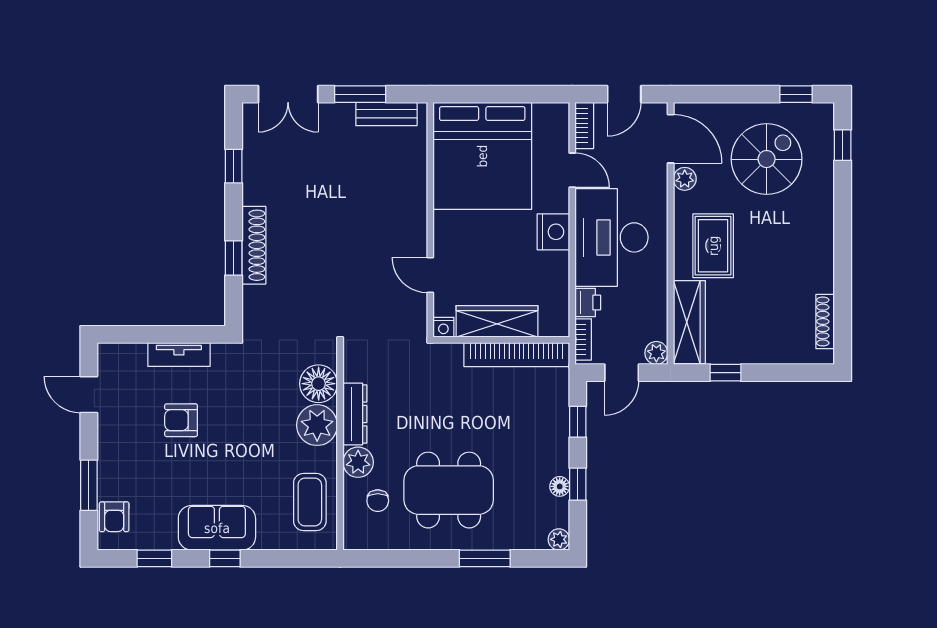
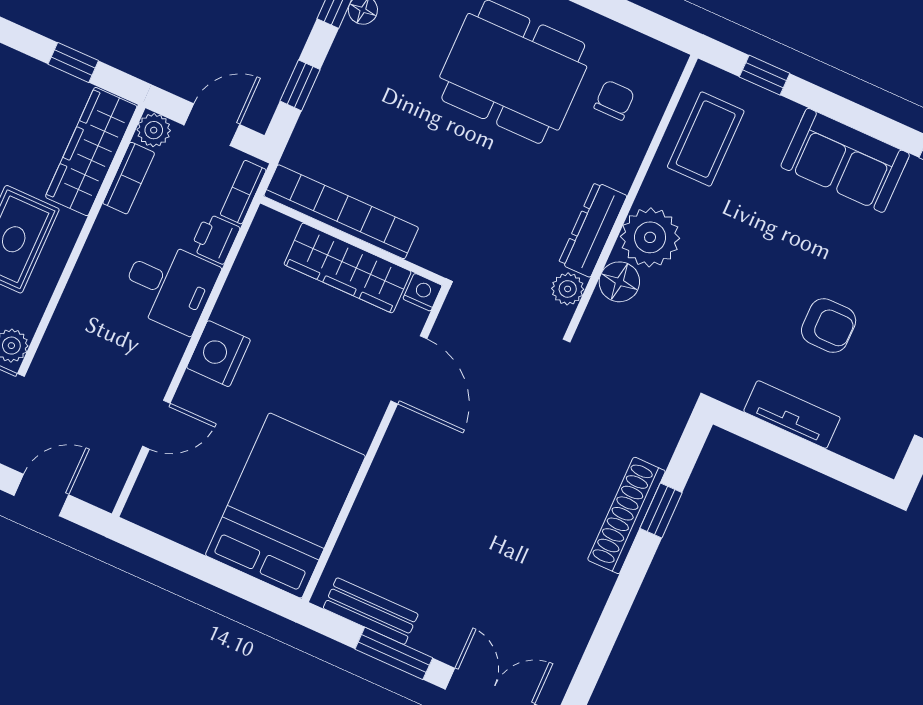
bookcase: (584, 126) -> (129, 178), moved, turned 180
bed: (482, 156) -> (285, 506), width x0.73
window: (234, 166) -> (606, 633), removed
door: (572, 170) -> (156, 425), swing flipped
desk: (612, 237) -> (169, 286), width x0.53, depth x0.77
door: (430, 275) -> (409, 370), width x1.38
floor lamp: (319, 384) -> (619, 282), width x0.73, depth x0.73
plant: (358, 462) -> (568, 289), moved, width x0.73, depth x0.73
window: (225, 558) -> (765, 75), moved

